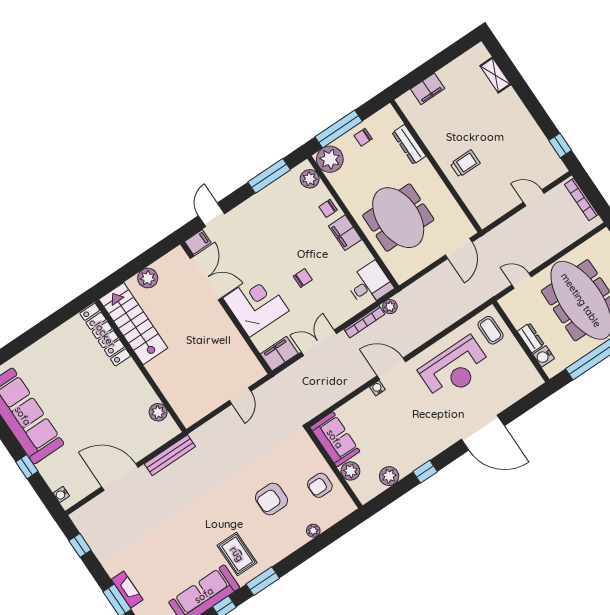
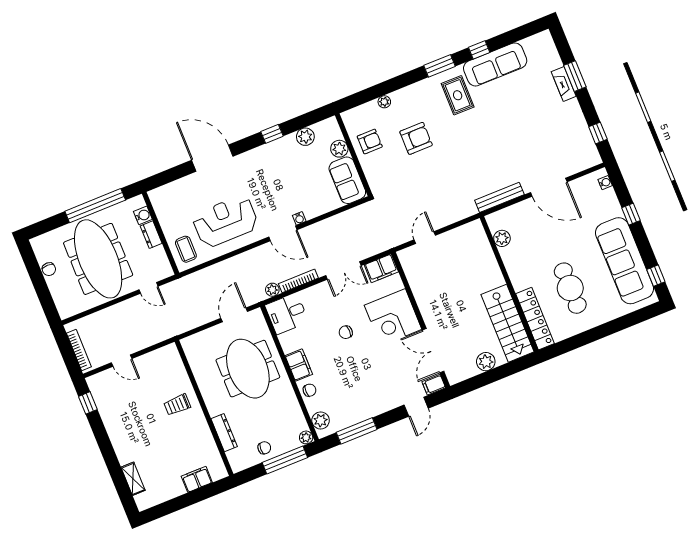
plant: (330, 159) -> (306, 437), width x0.53, depth x0.53
door: (459, 248) -> (234, 315), moved
cafe table: (75, 375) -> (570, 288), added

